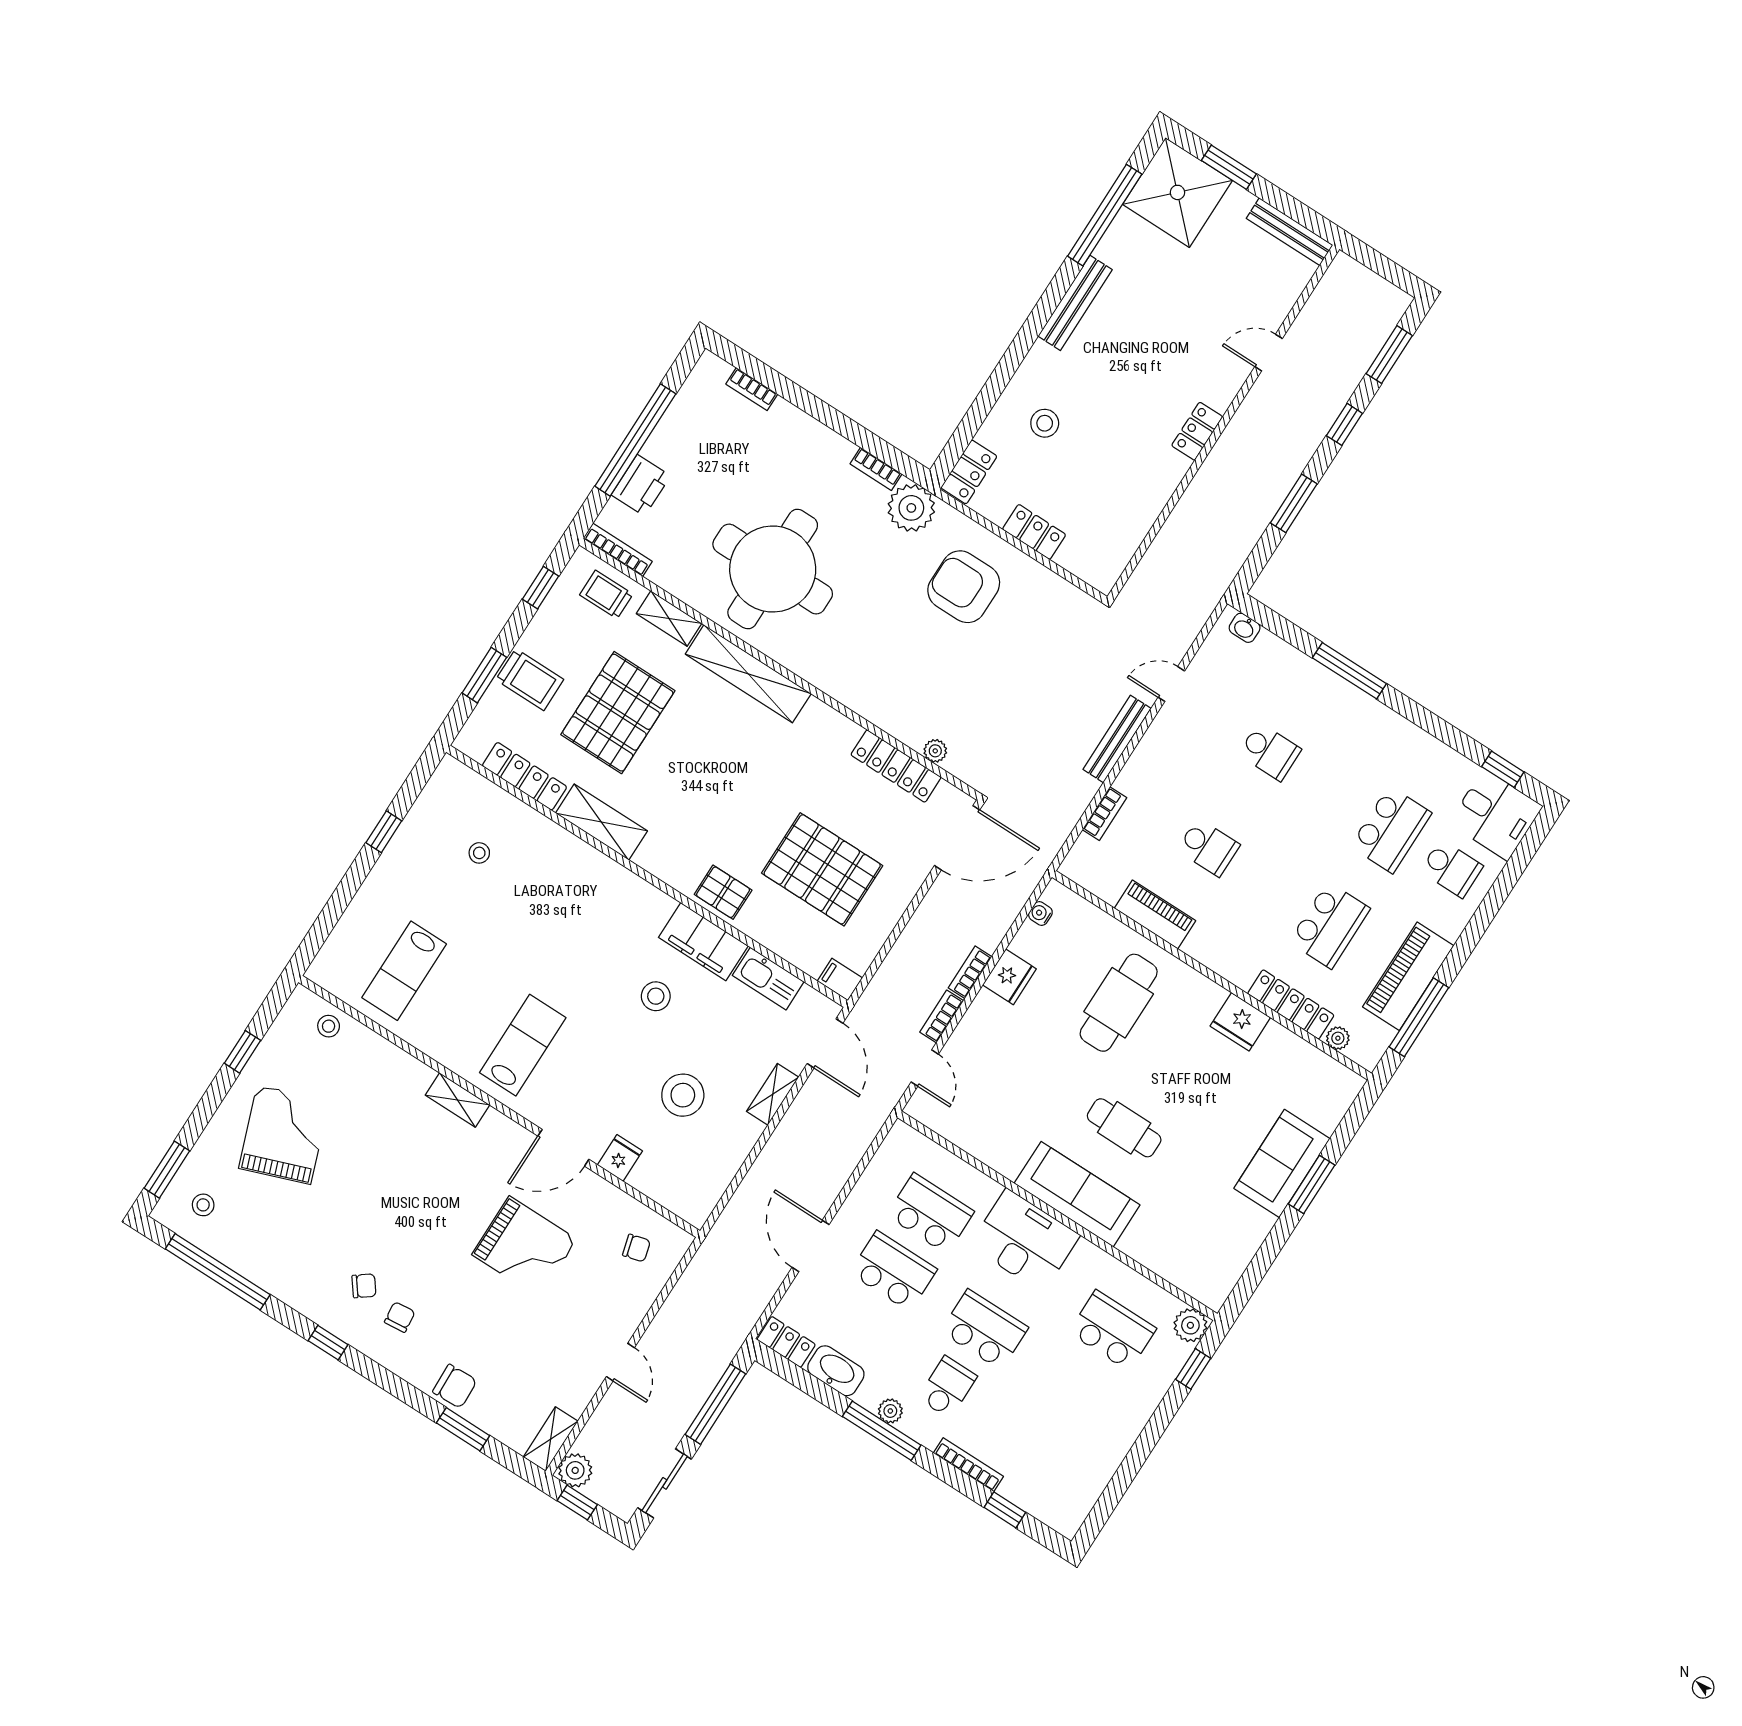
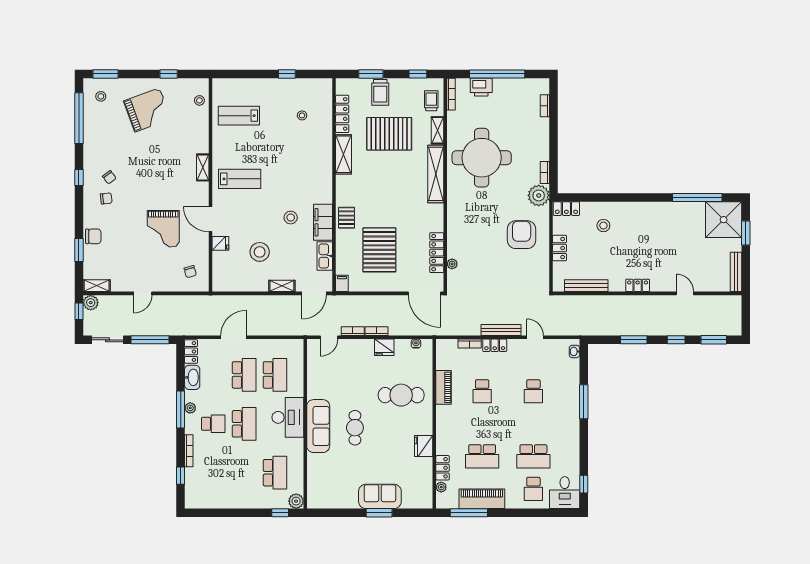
bench: (1075, 303) -> (586, 286), moved
locker: (1138, 769) -> (495, 345), added
locker: (1291, 1004) -> (443, 468), width x0.66
chair: (455, 1386) -> (93, 236), turned -88

